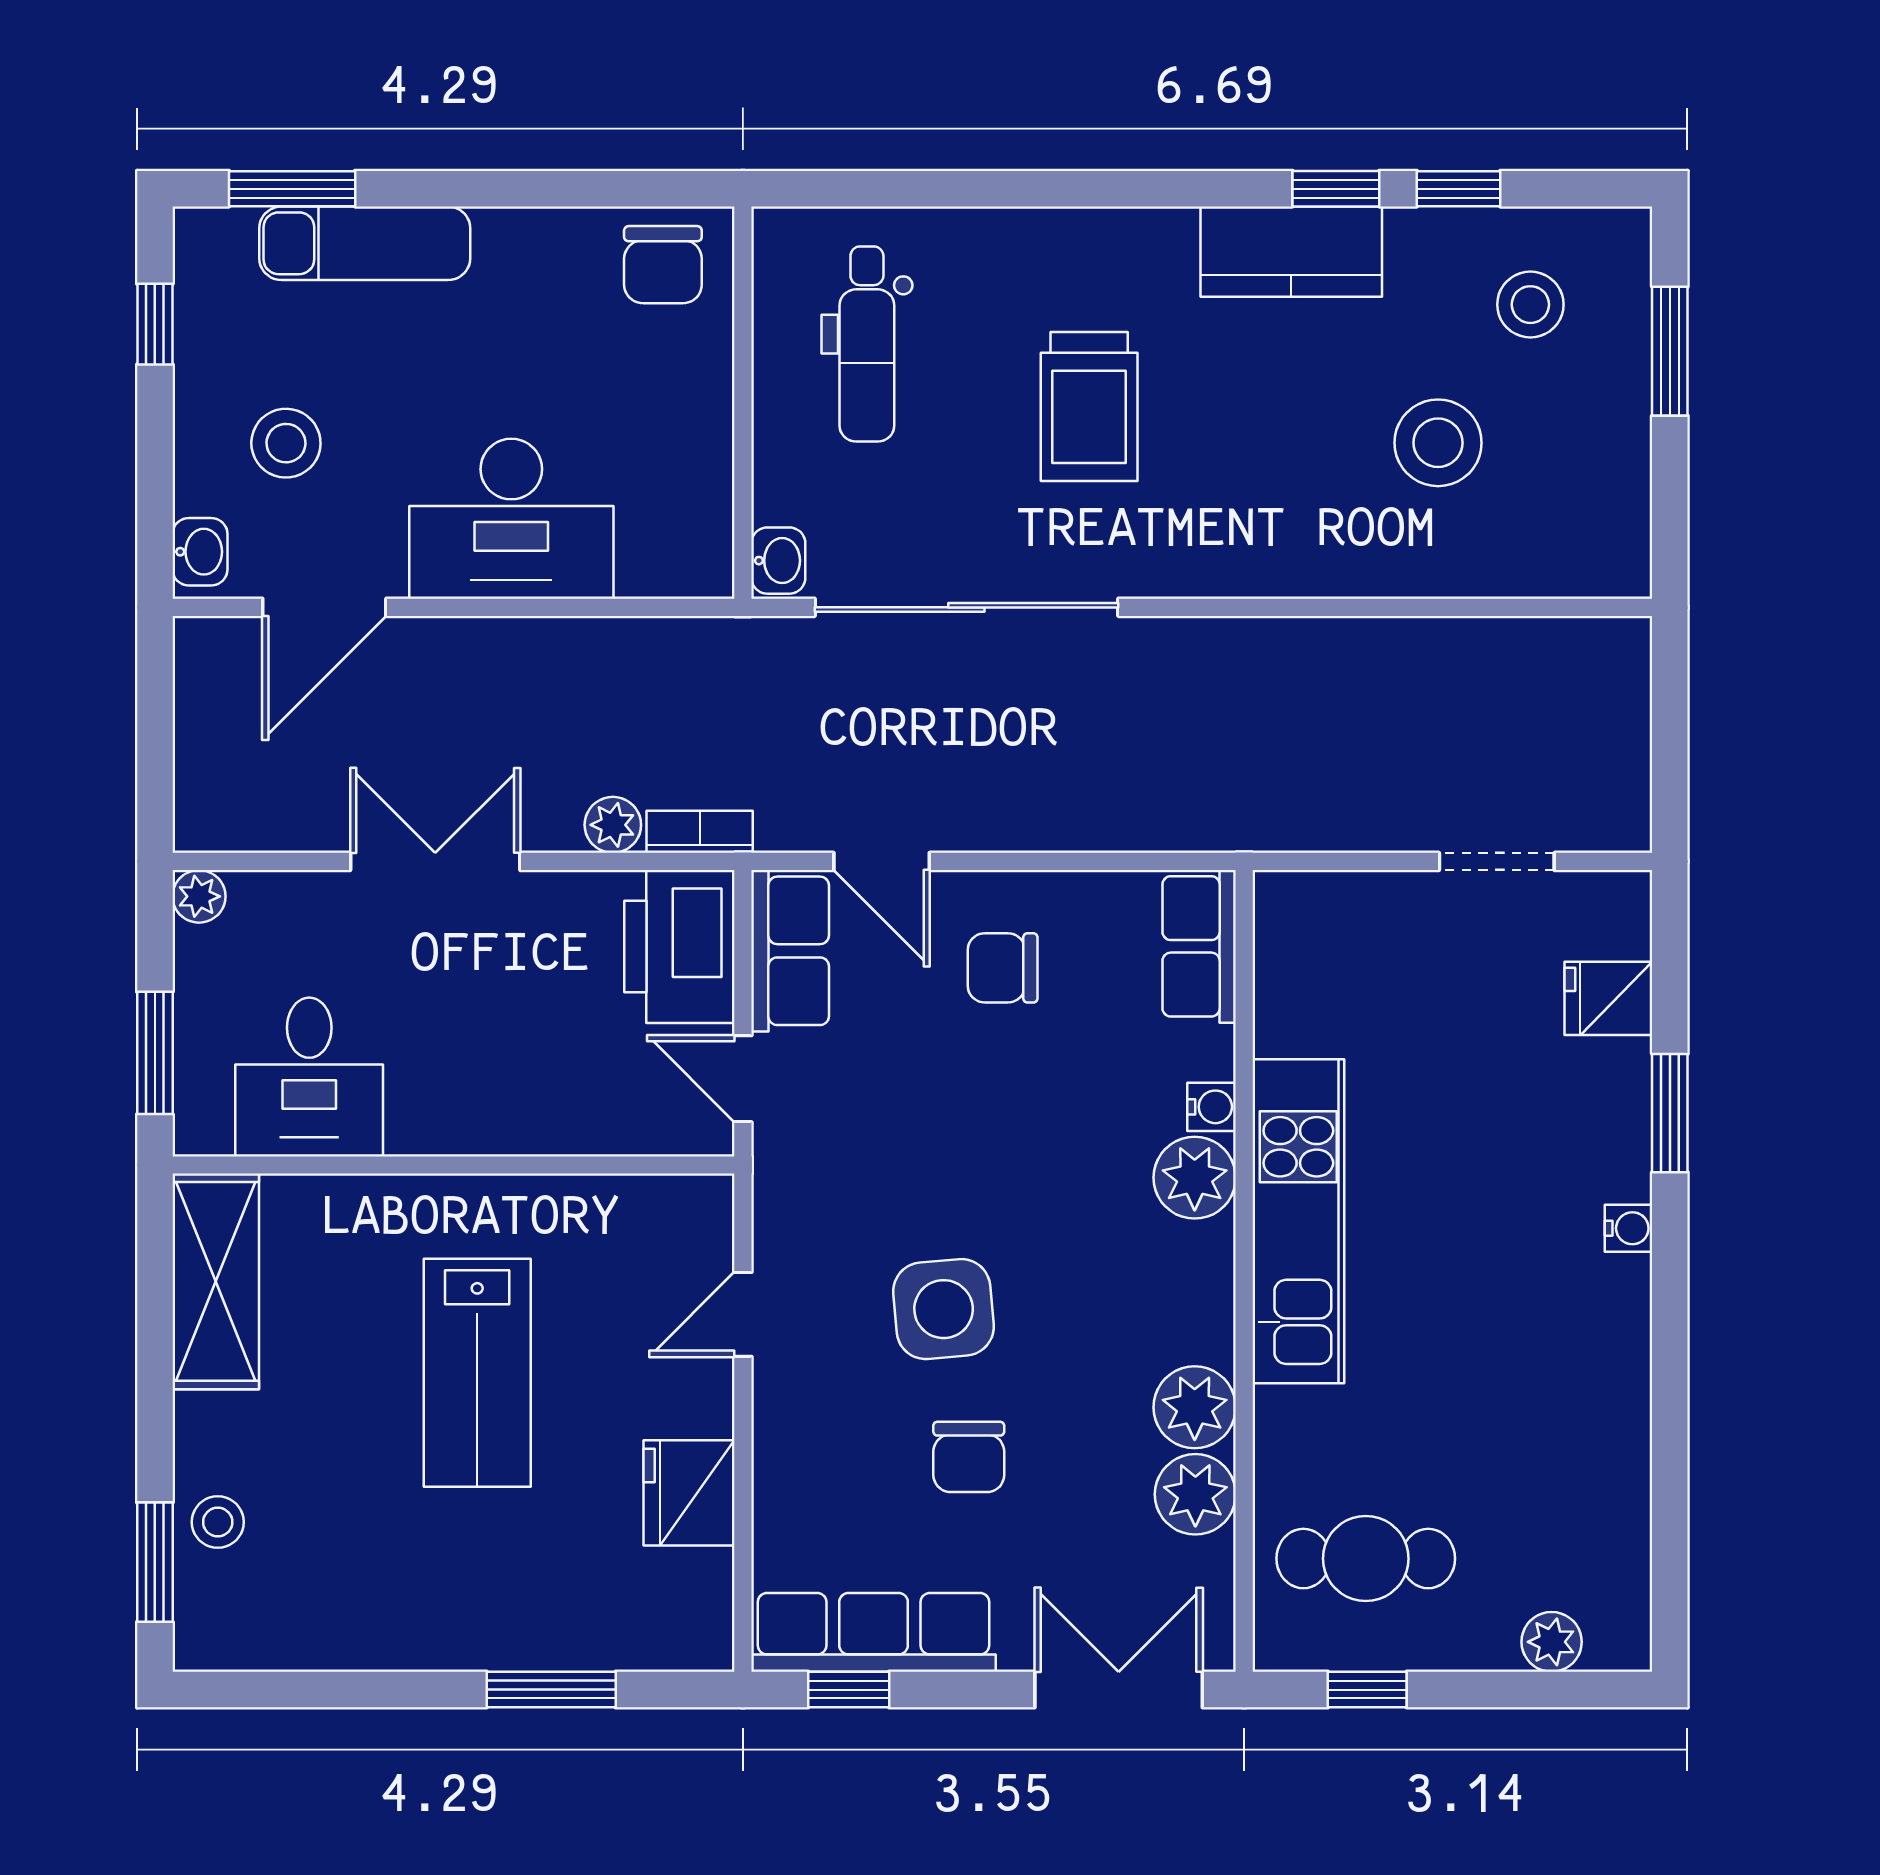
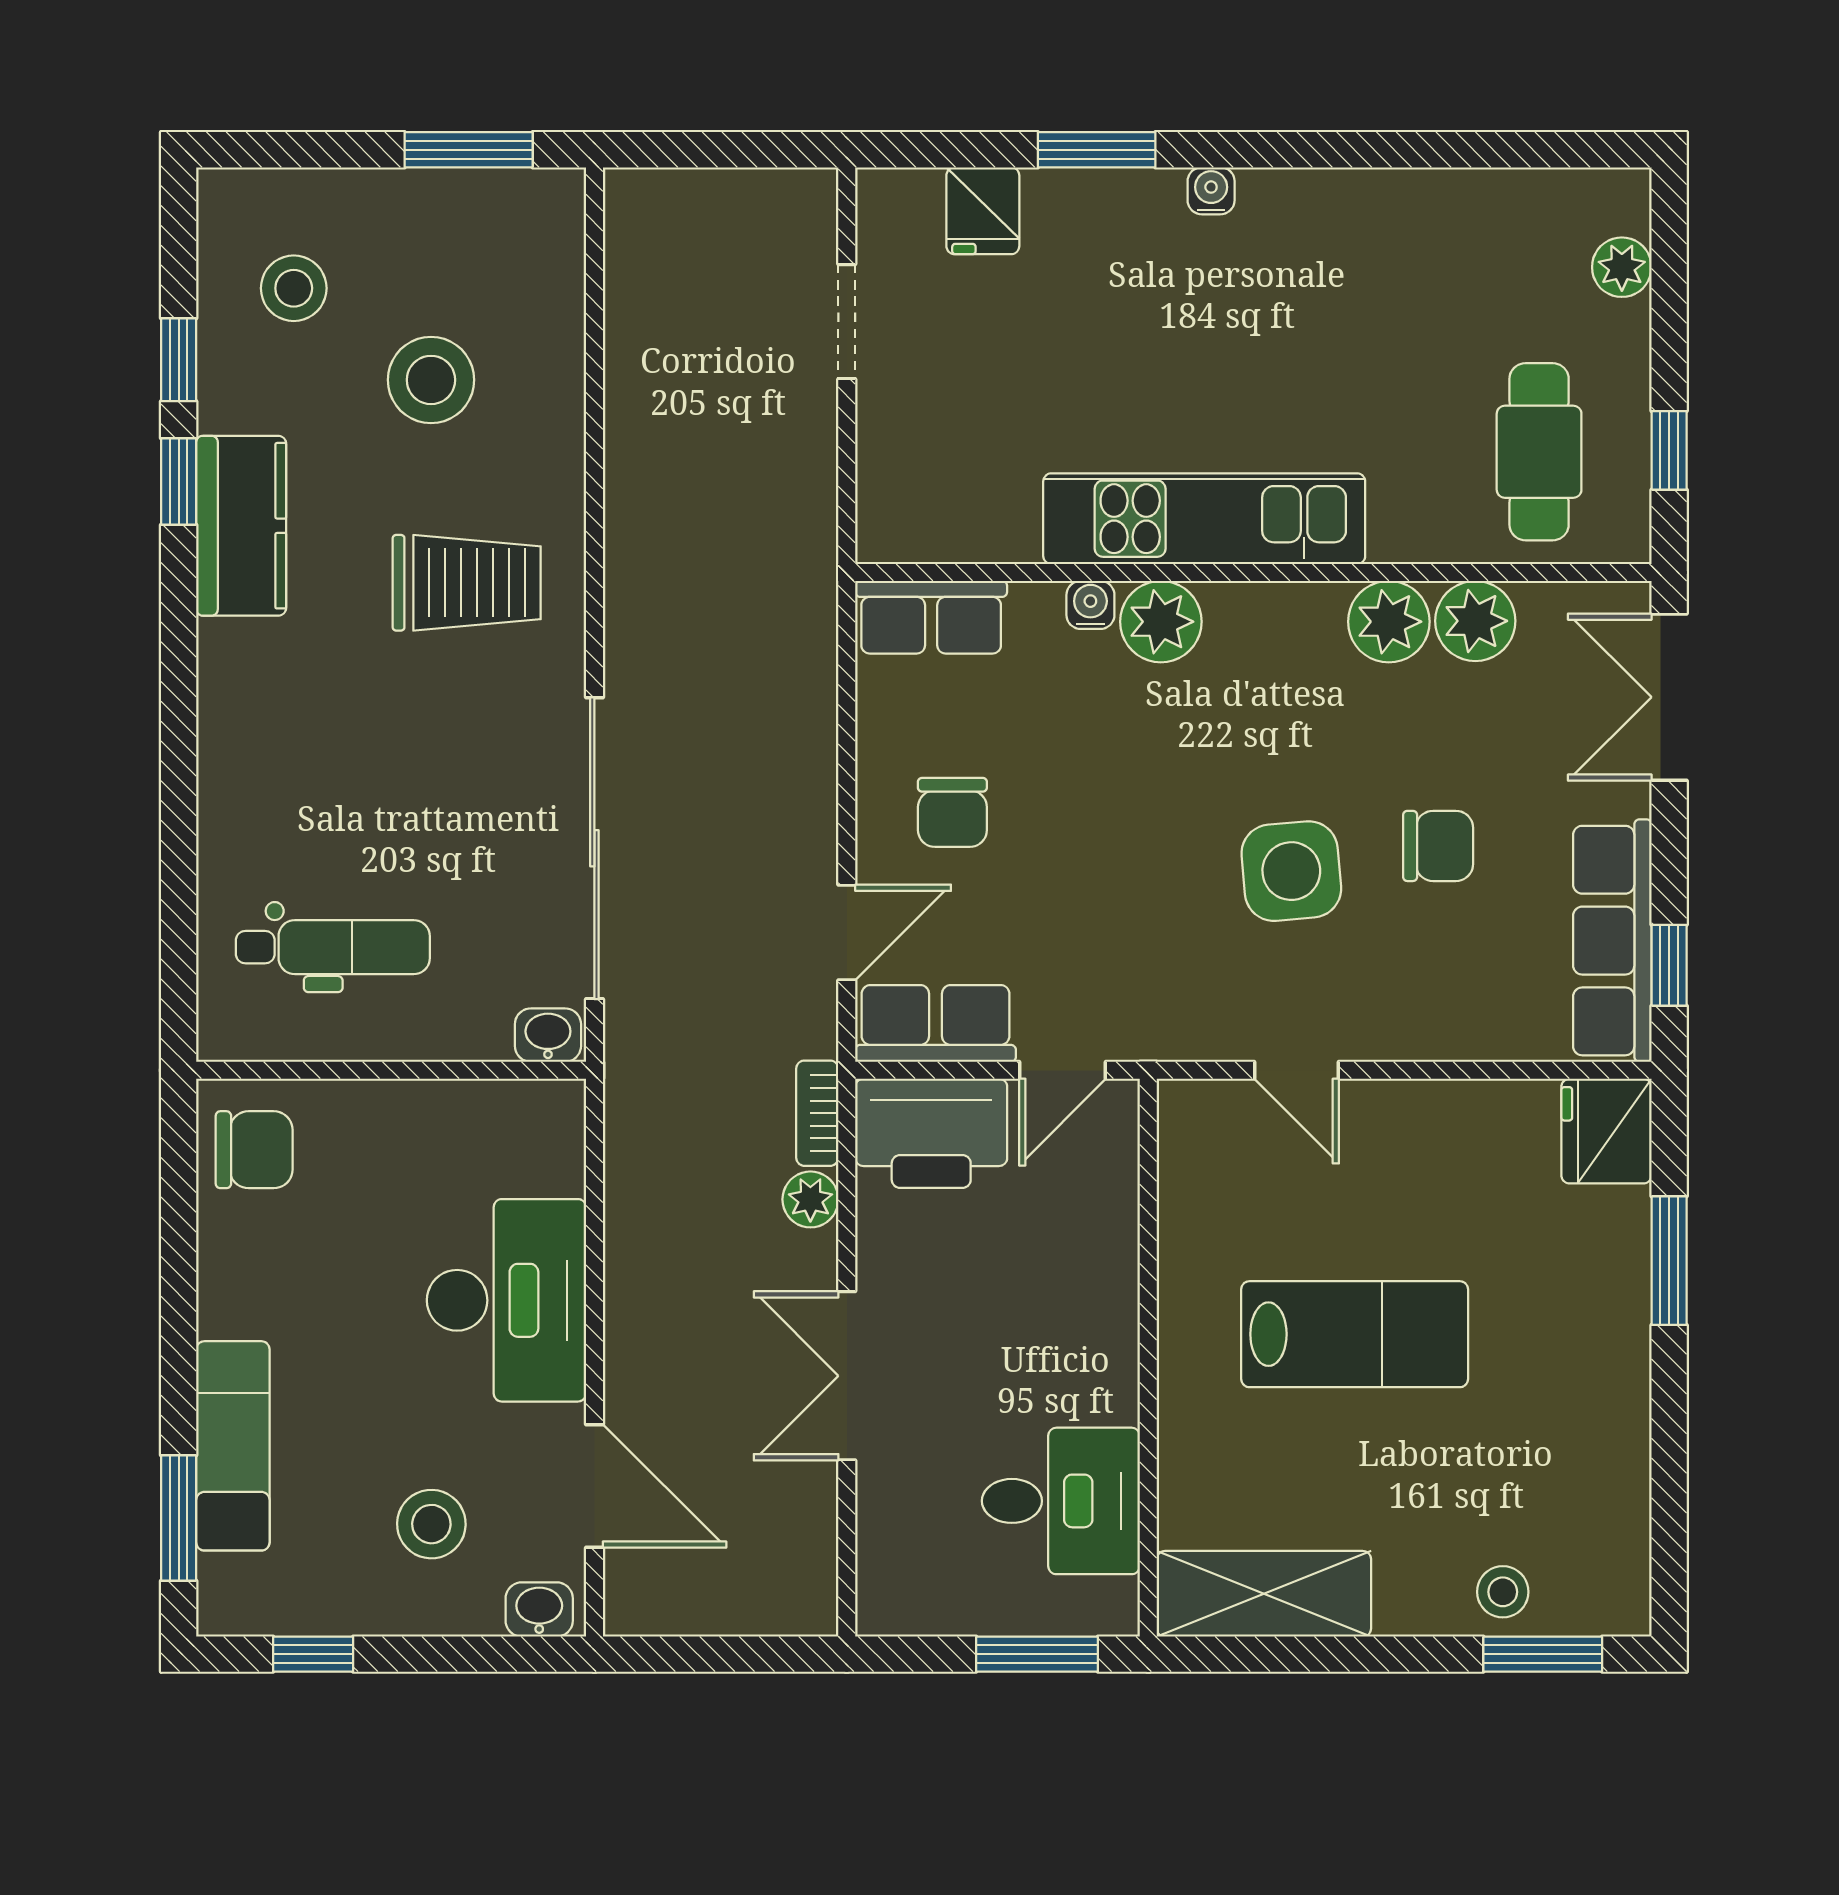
window: (1670, 351) -> (469, 150), moved
trolley: (1089, 406) -> (467, 583), moved
plant: (199, 896) -> (881, 1610), removed
fridge: (689, 1493) -> (1606, 1131), moved, turned 90

